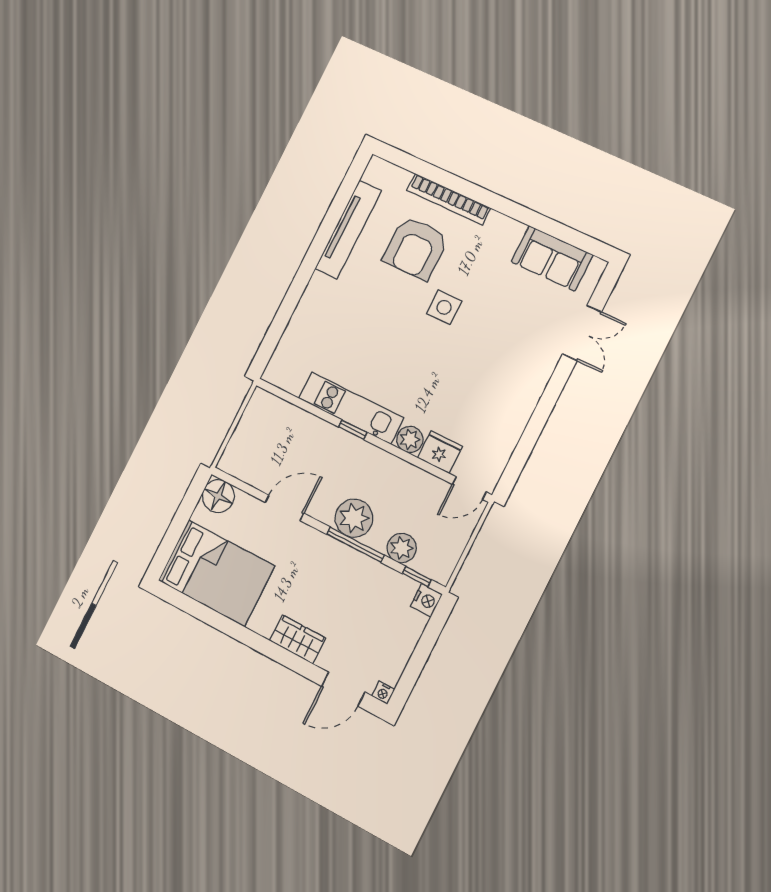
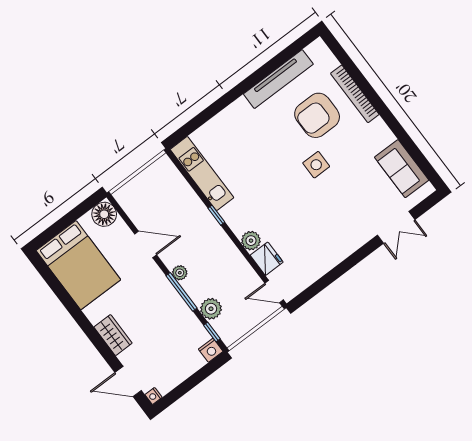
kitchen unit: (351, 408) -> (202, 174), moved
plant: (354, 518) -> (180, 273), width x0.53, depth x0.53

